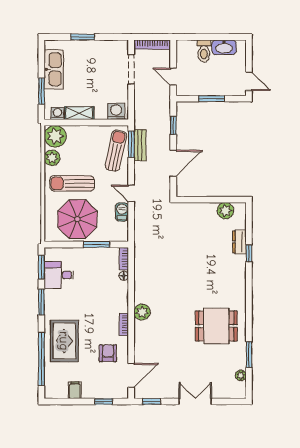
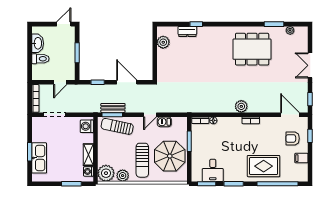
kitchen sink: (54, 69) -> (39, 158), moved, turned 90
dining table: (216, 326) -> (252, 49), width x1.38
armchair: (108, 353) -> (293, 138), moved

